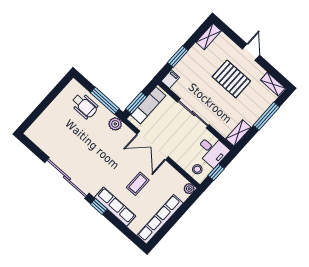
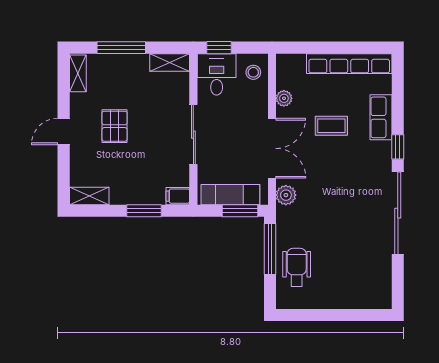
pallet: (231, 79) -> (115, 126), width x0.67, depth x0.71
plant: (115, 124) -> (286, 195), moved
window: (216, 172) -> (219, 48), moved
plant: (189, 189) -> (284, 98), moved
row of seats: (115, 207) -> (381, 117), width x0.68

